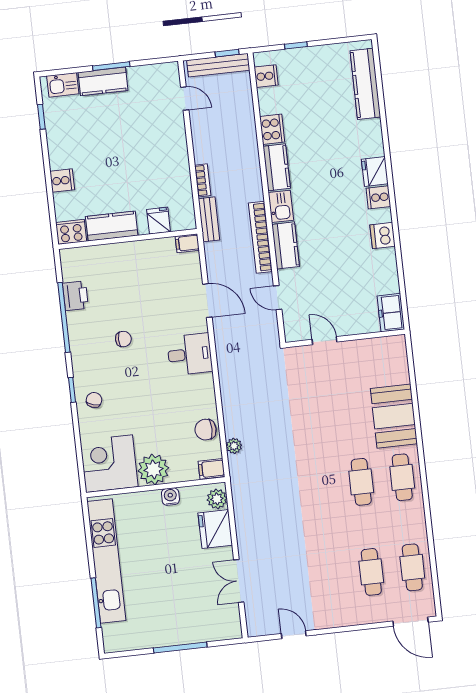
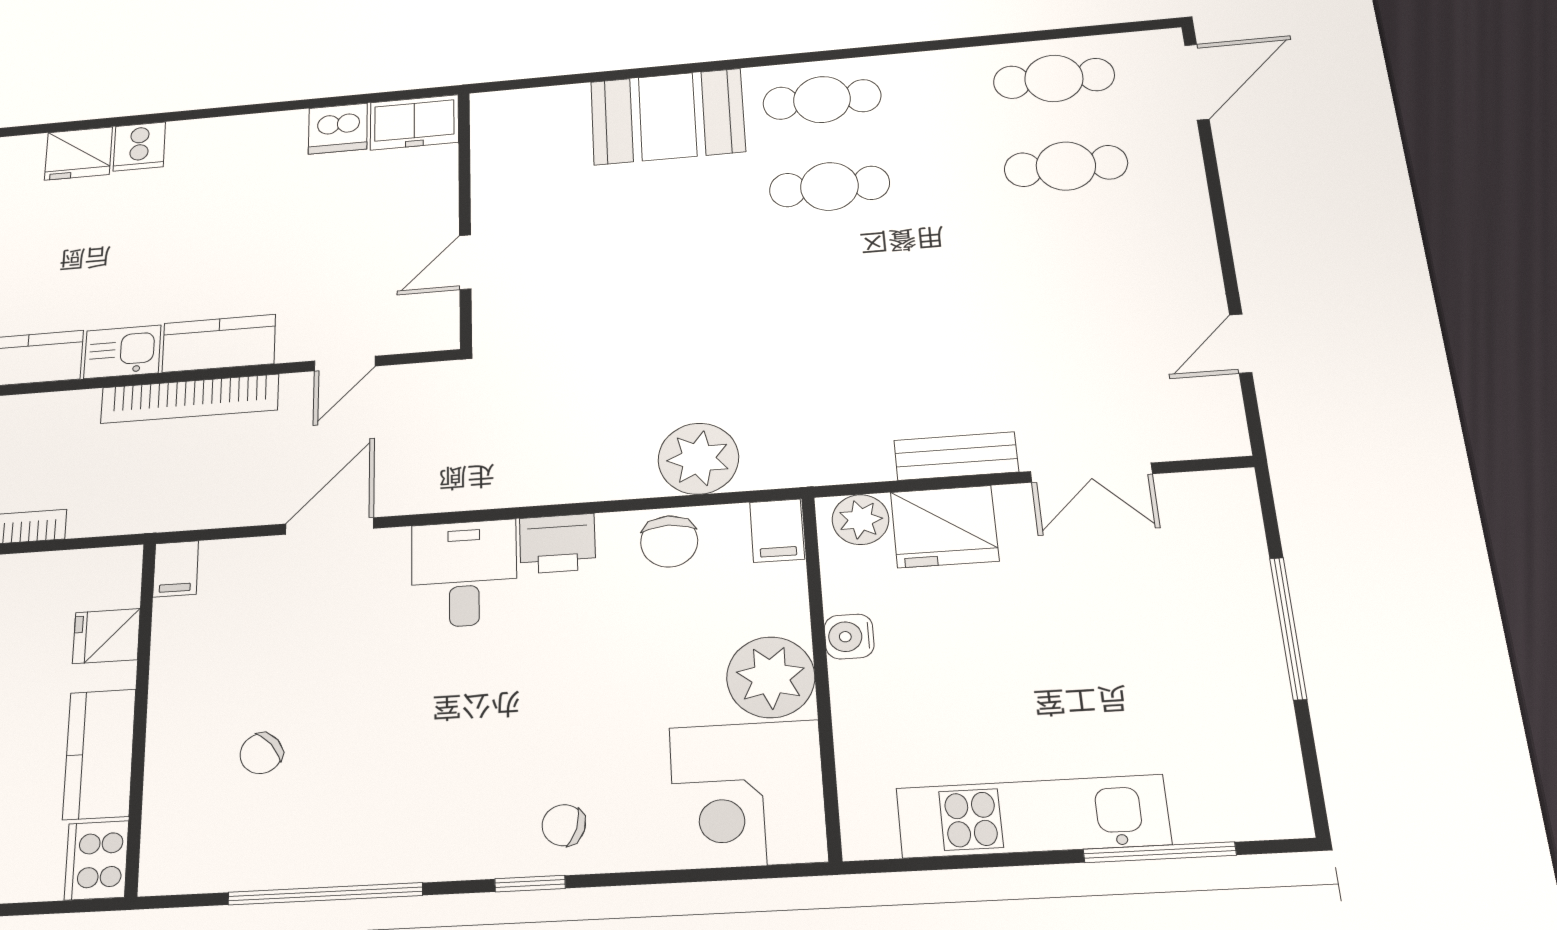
bench: (209, 219) -> (956, 456), moved
dishwasher: (383, 236) -> (338, 129), moved
printer: (75, 296) -> (557, 544), moved, turned 180
chair: (123, 339) -> (261, 753), moved, turned -130
plant: (234, 446) -> (698, 459), width x1.87, depth x1.87
kitchen unit: (106, 561) -> (1032, 816), width x0.73

